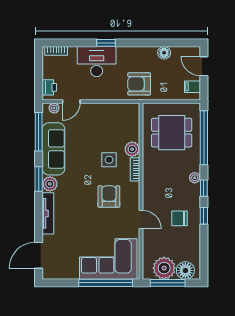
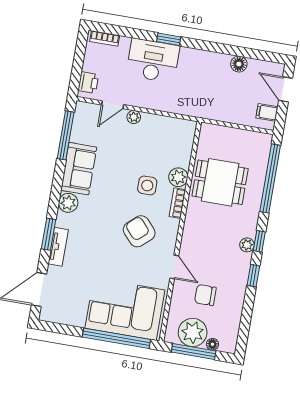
armchair: (139, 84) -> (201, 97), removed
plant: (54, 108) -> (134, 117), moved
dining table: (172, 133) -> (220, 182), moved
sofa: (53, 149) -> (79, 169), width x0.73
plant: (195, 178) -> (247, 245), moved
window: (39, 179) -> (49, 234), moved
armchair: (109, 197) -> (139, 231), turned -42
tv unit: (48, 213) -> (58, 247), width x0.71
chair: (180, 218) -> (205, 295), moved
floor lamp: (185, 270) -> (212, 344), width x0.53, depth x0.53

